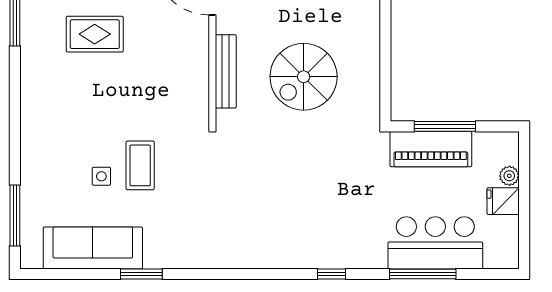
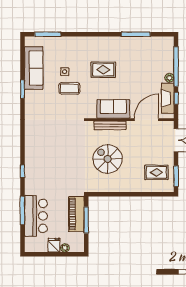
rug: (95, 34) -> (103, 70), moved, turned 90
sofa: (188, 64) -> (113, 109), added

